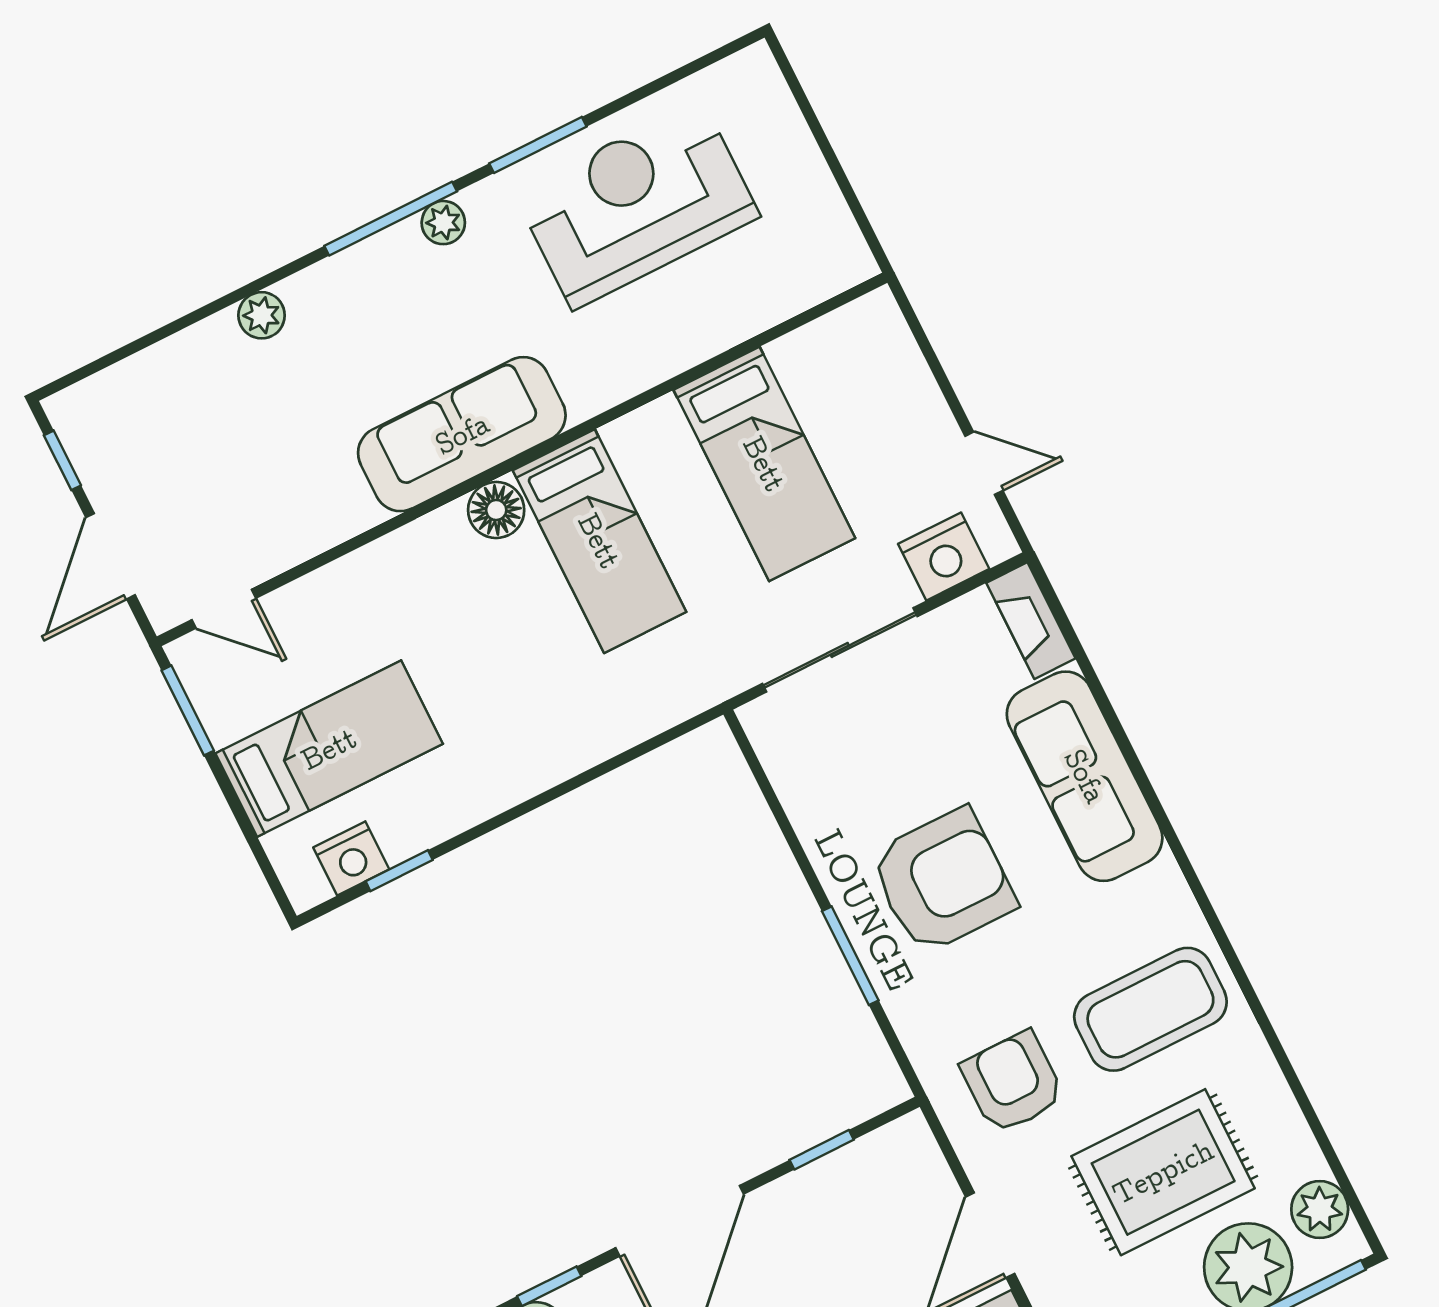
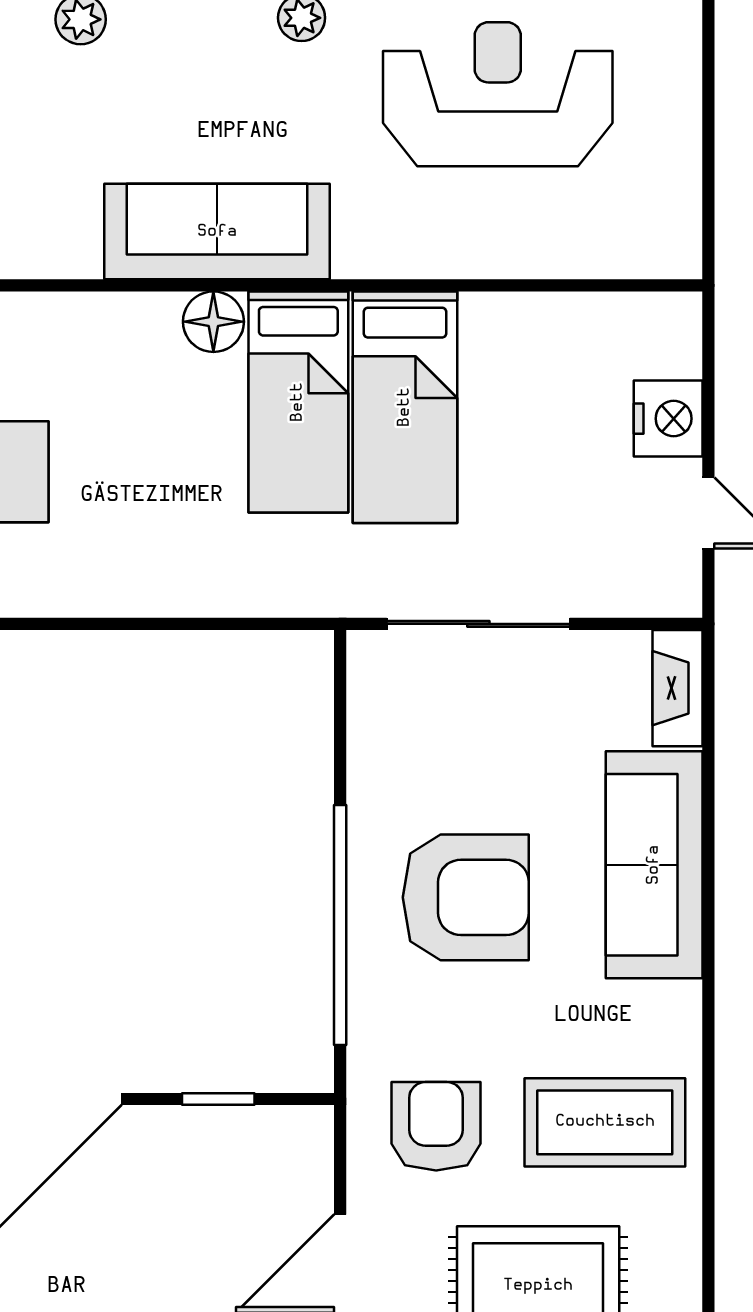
bed: (764, 464) -> (405, 407), moved
nightstand: (944, 556) -> (668, 419), moved, turned -90
window: (850, 956) -> (340, 925), width x2.11

